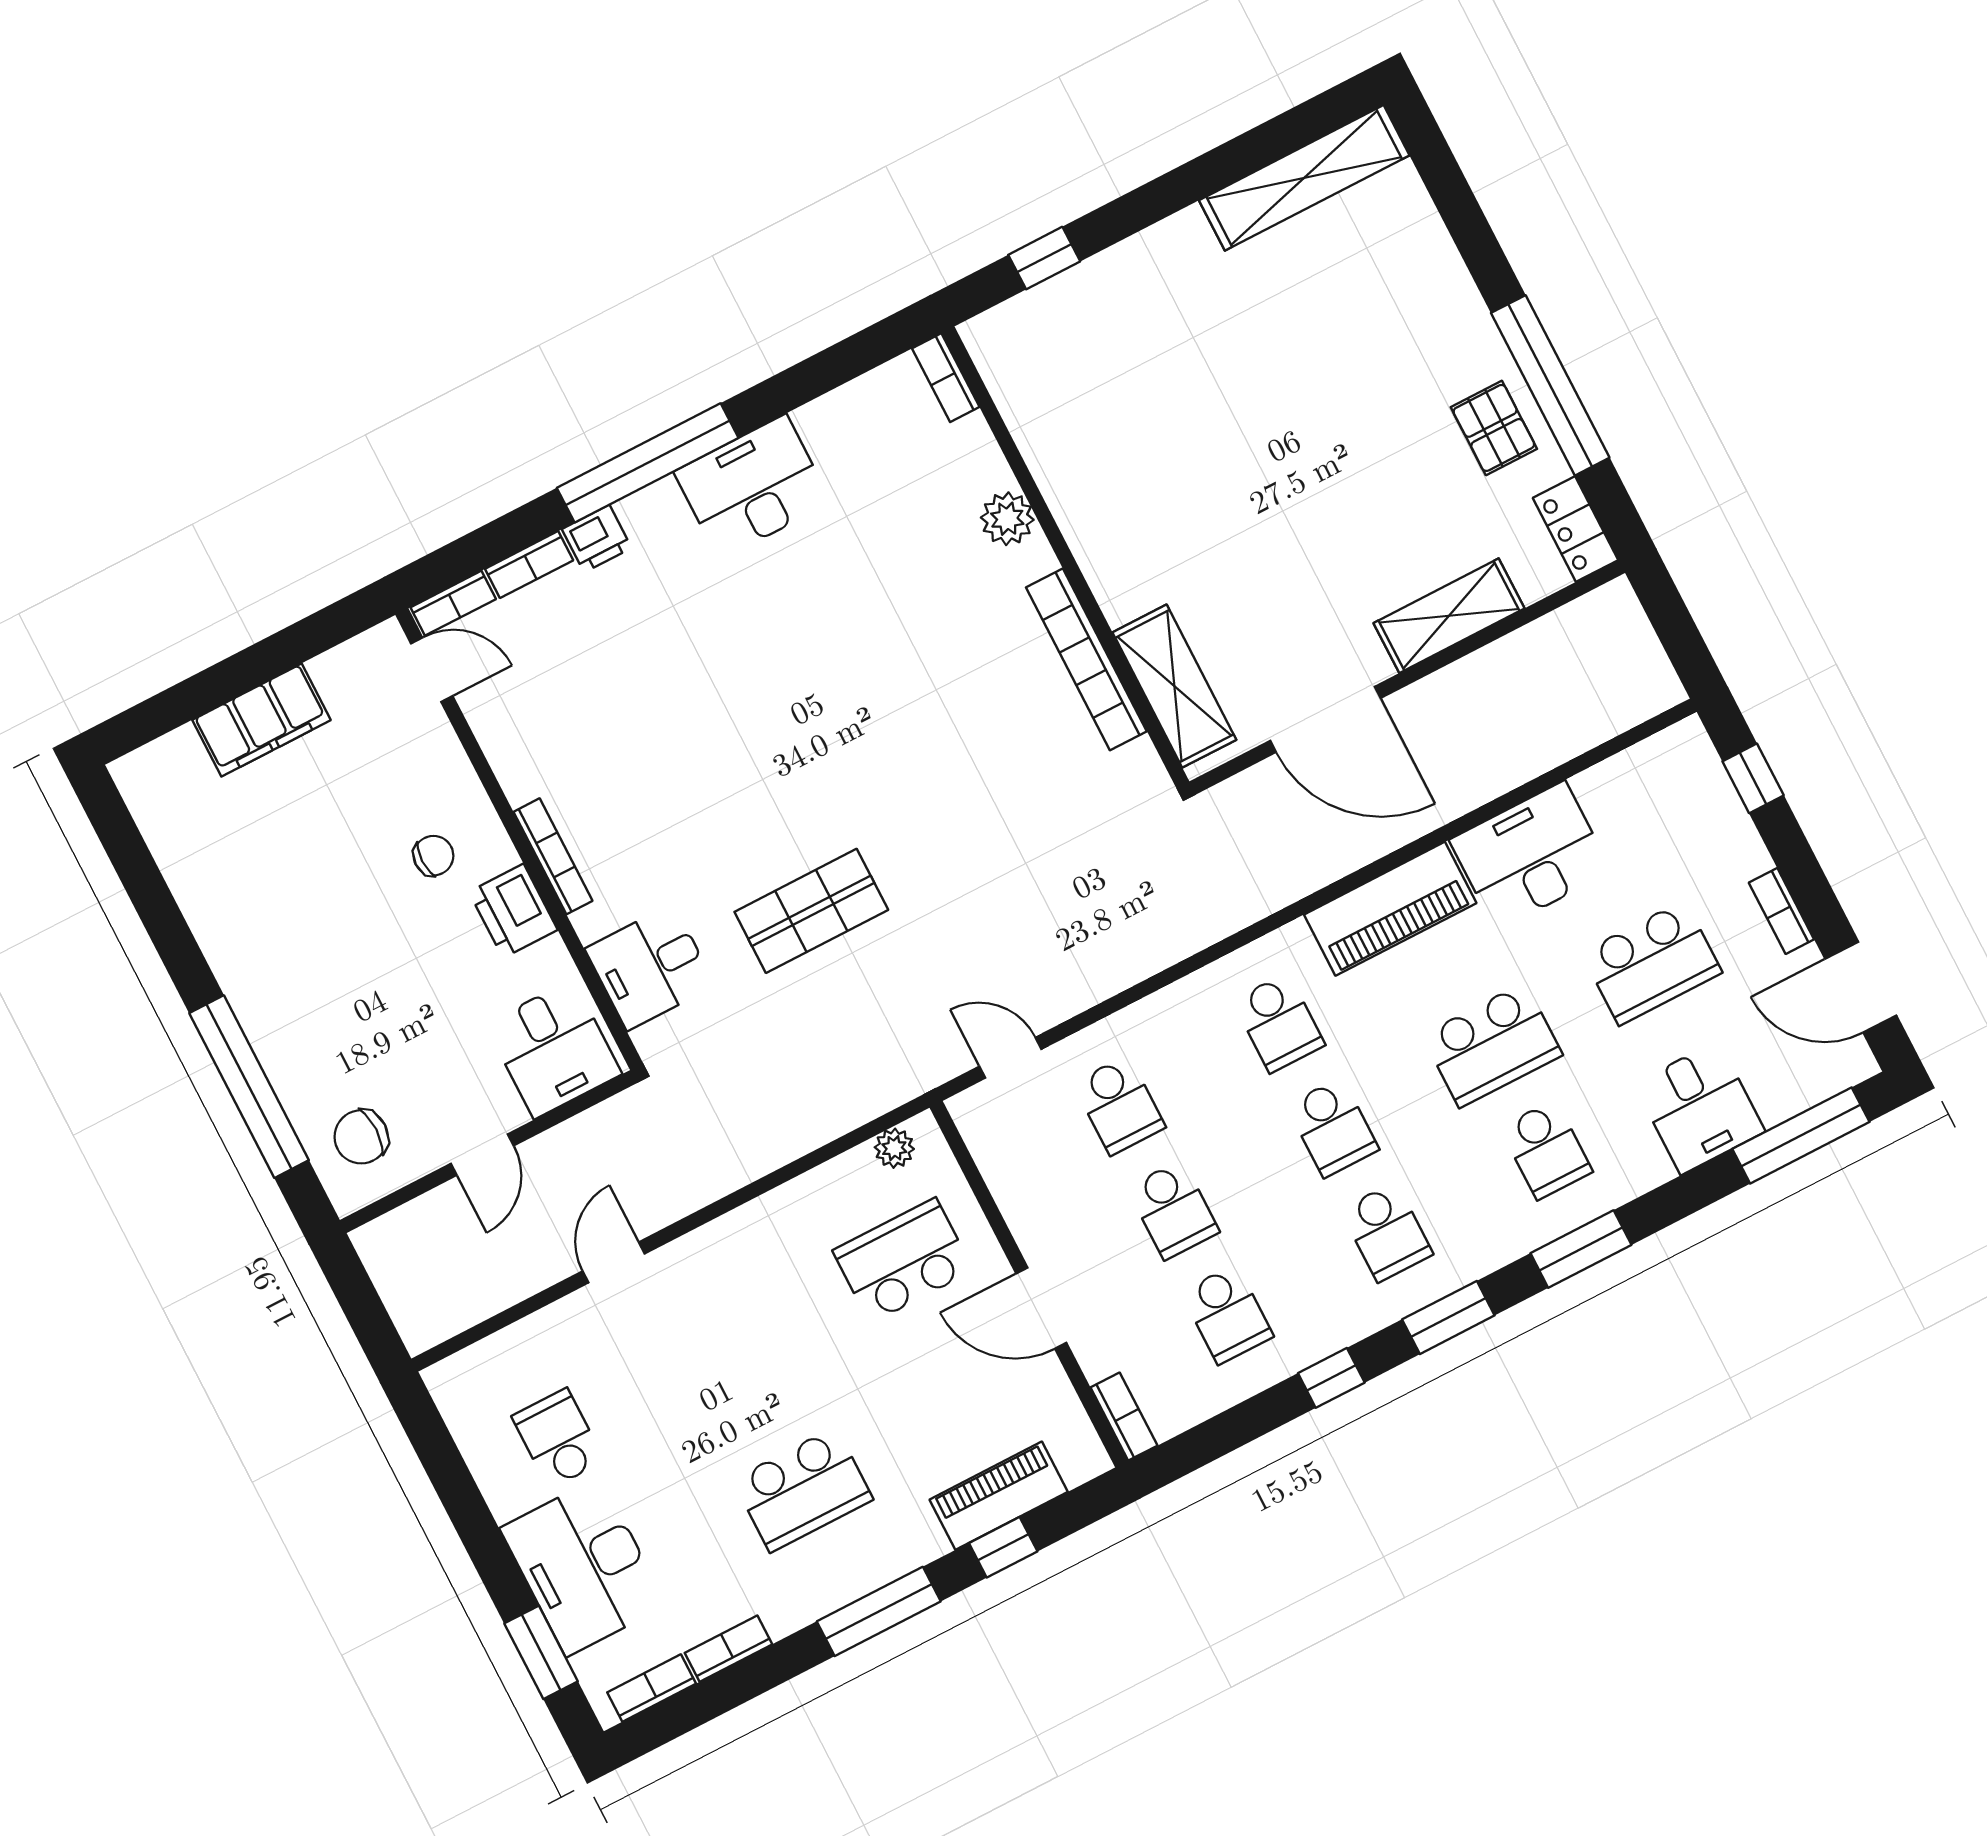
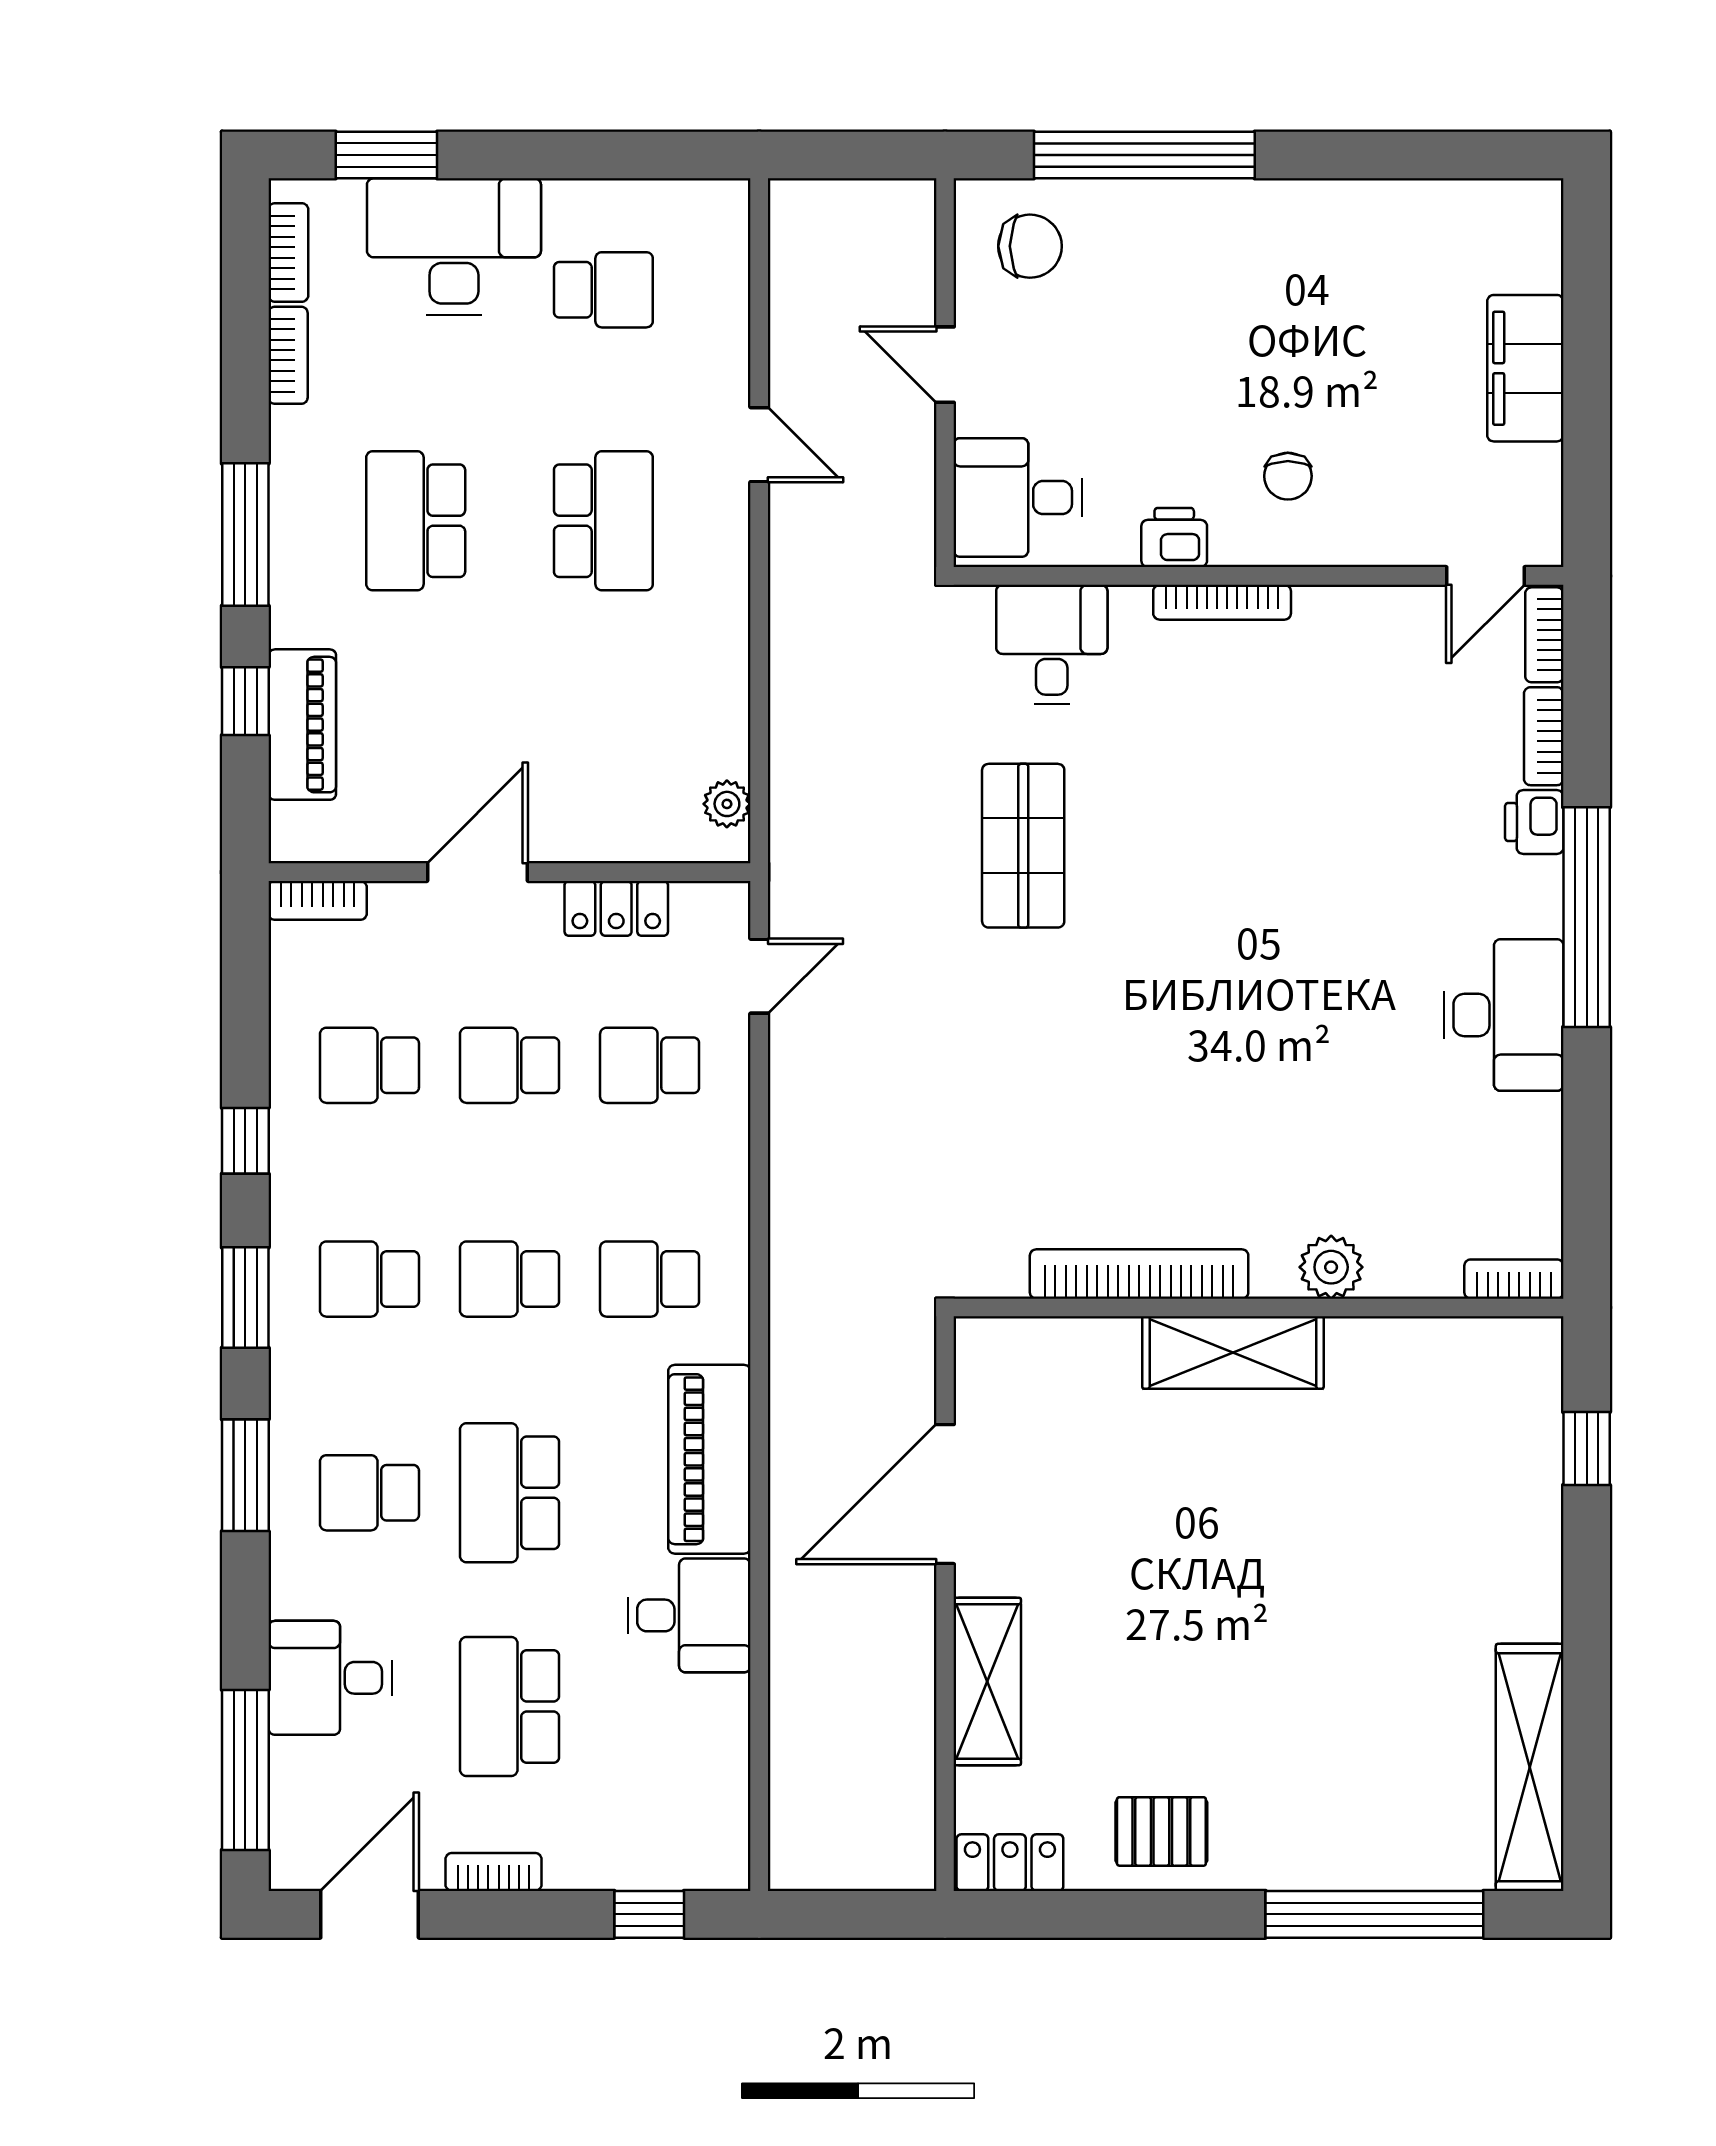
window: (1550, 385) -> (1374, 1914), moved
shelving: (1174, 686) -> (1233, 1353), moved
desk: (1530, 856) -> (689, 1615), width x0.73
printer: (513, 911) -> (1174, 538), width x0.73, depth x0.81
chair: (361, 1137) -> (1030, 246), turned 90
locker: (1015, 1191) -> (616, 908), added
school desk: (903, 1260) -> (603, 521), moved

